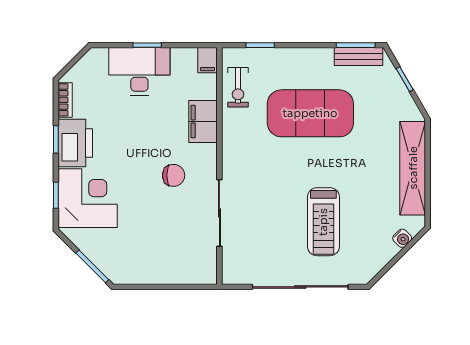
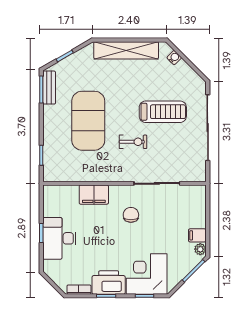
filing cabinet: (208, 60) -> (197, 235), moved, turned 180
exercise bike: (238, 87) -> (133, 142), moved
plant: (124, 276) -> (200, 249), added

